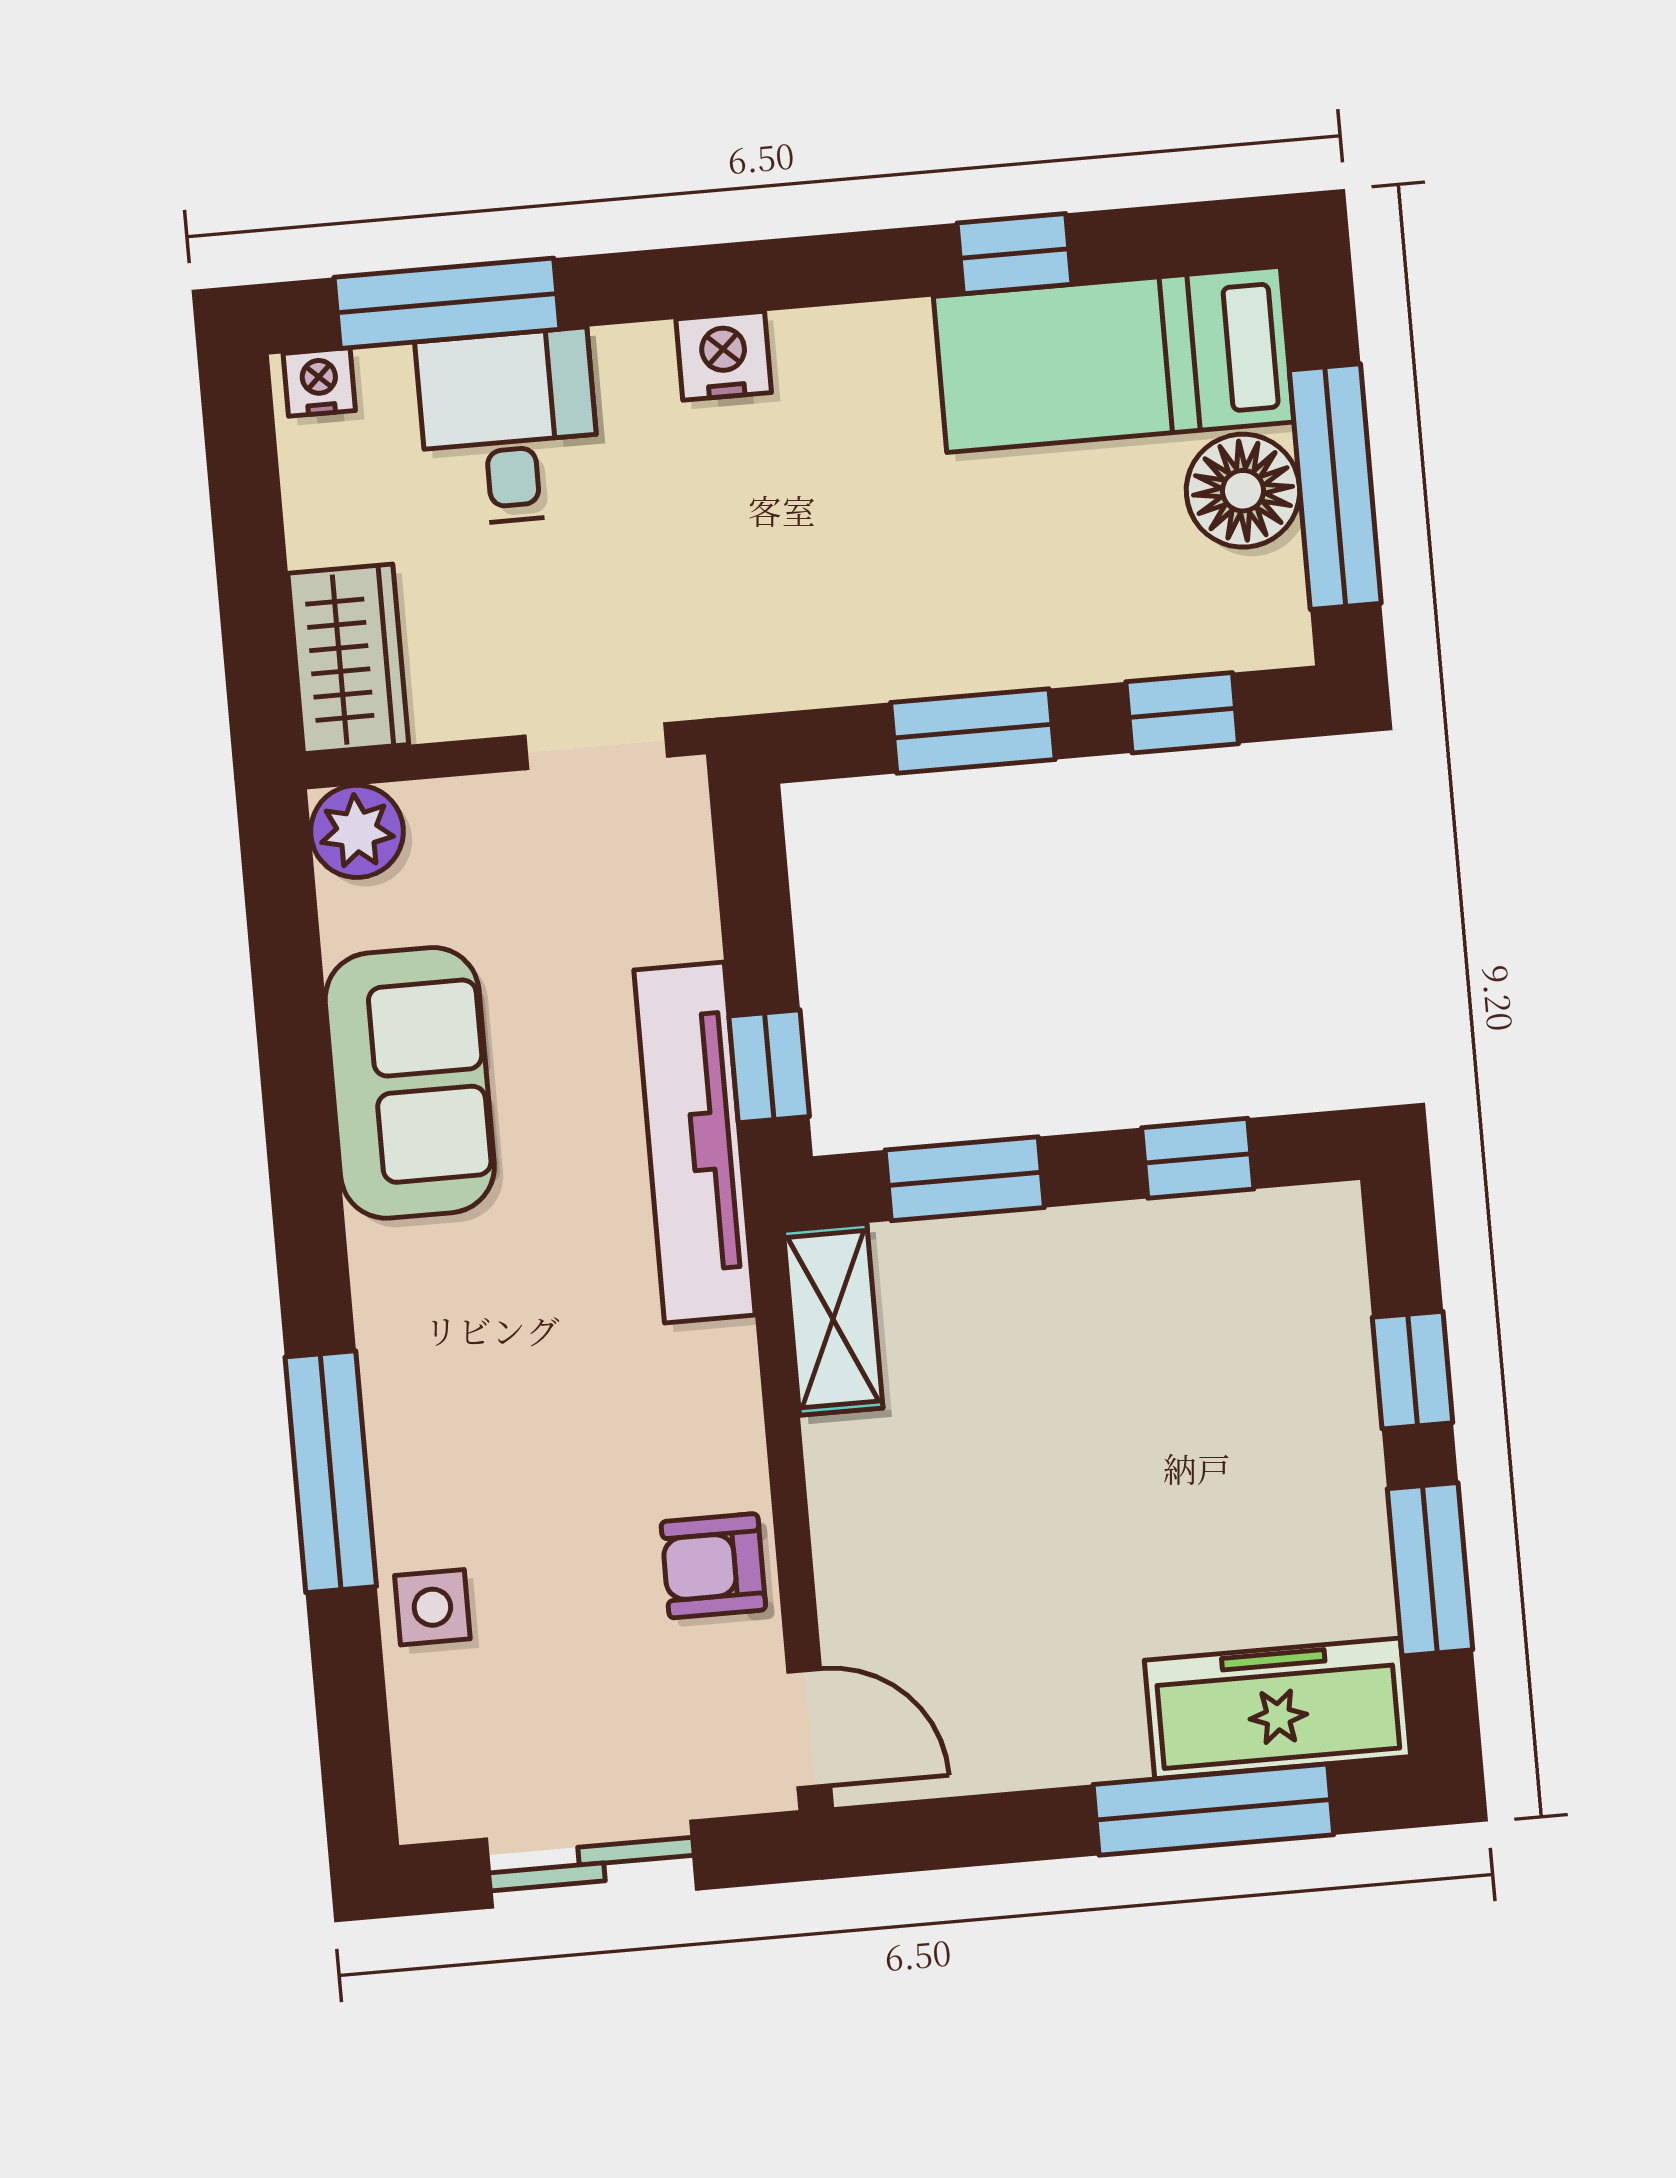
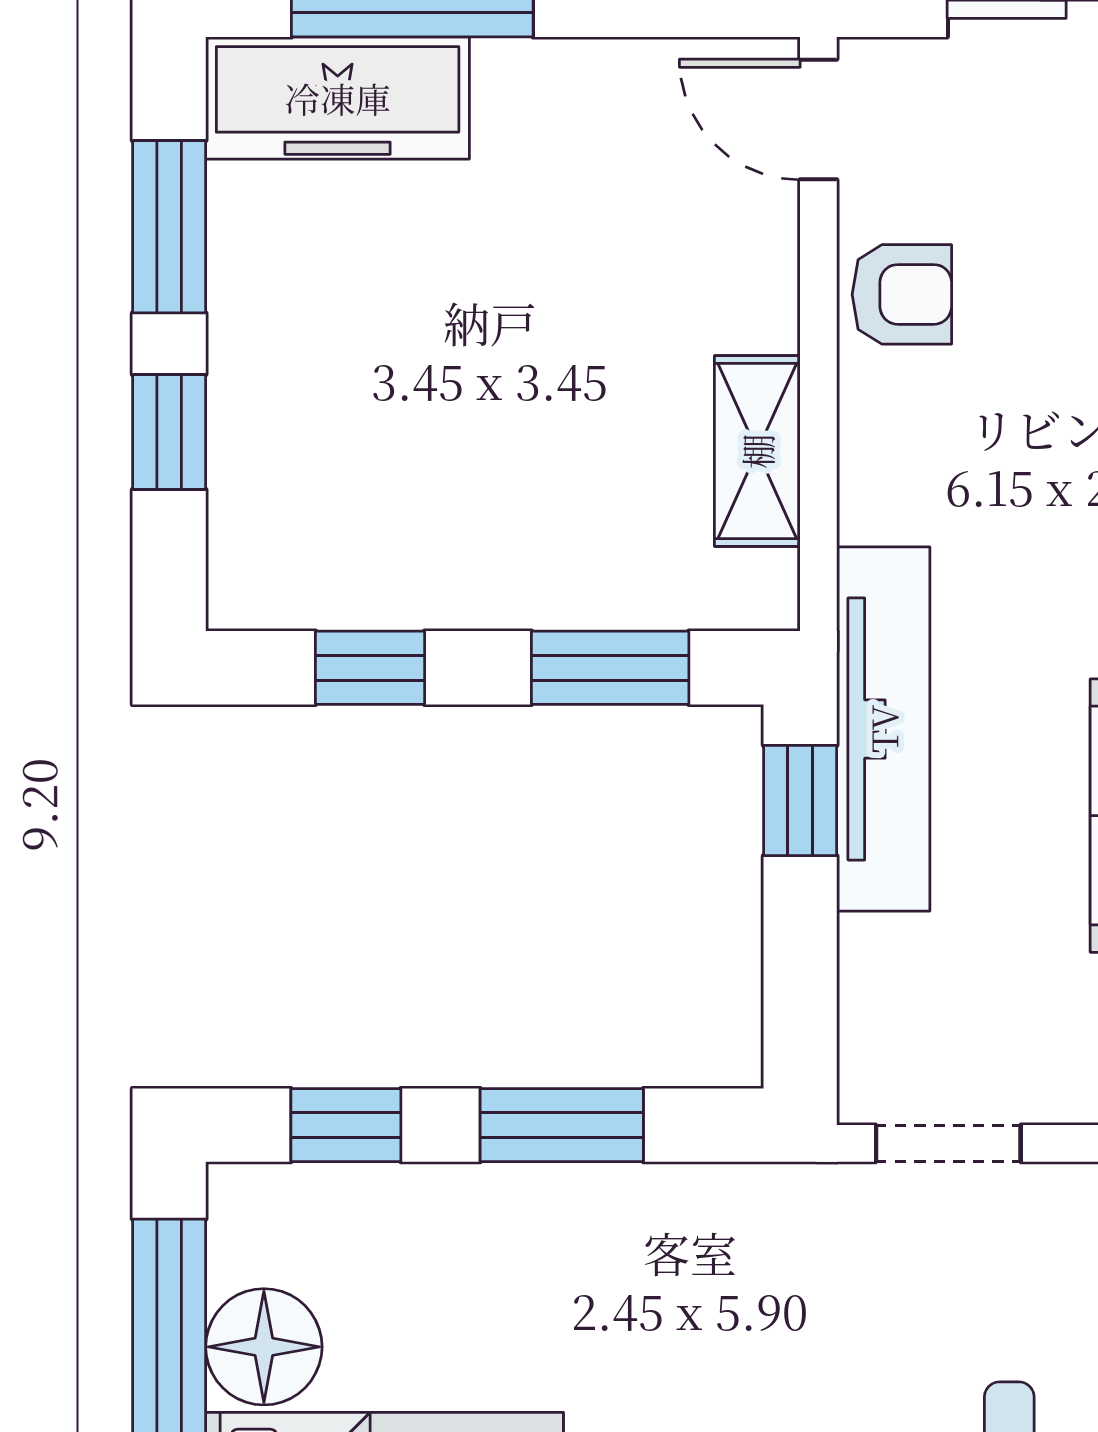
shelving: (833, 1319) -> (757, 451), moved

